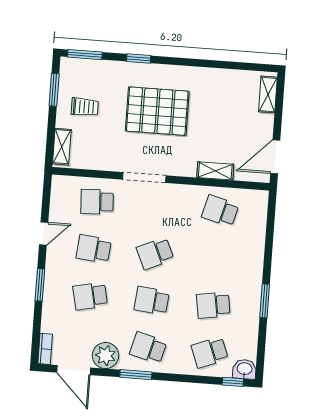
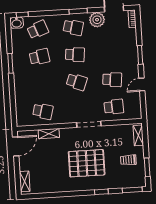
school desk: (155, 253) -> (77, 82), turned 45
school desk: (90, 296) -> (110, 52), removed

